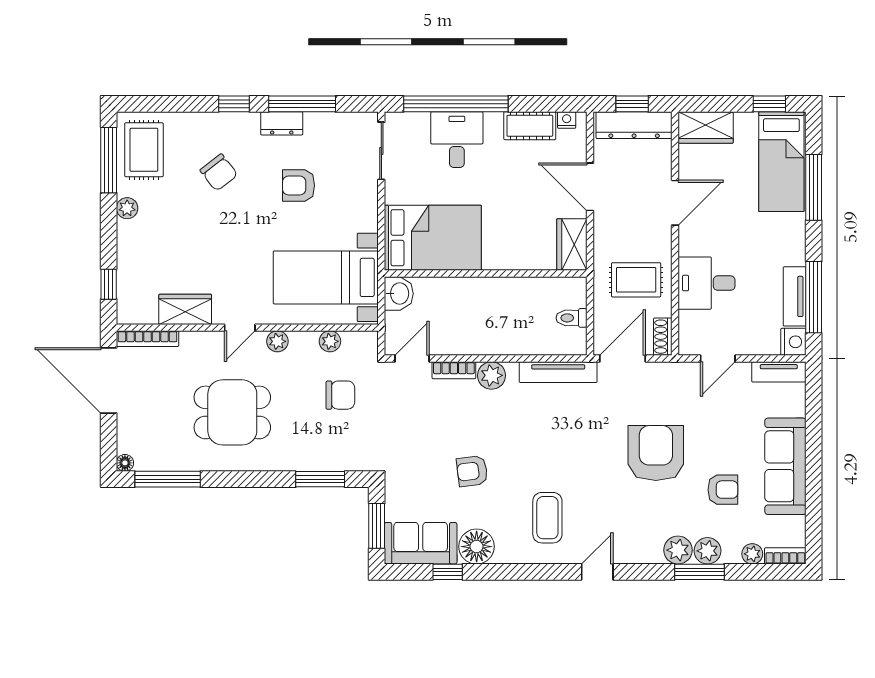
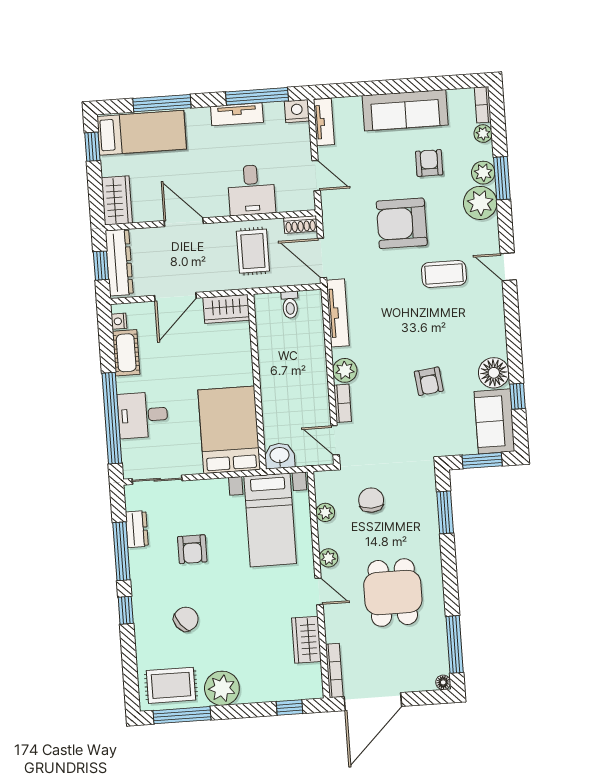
dresser: (282, 123) -> (137, 529), moved
plant: (127, 208) -> (222, 688), width x1.87, depth x1.87
tv unit: (795, 296) -> (237, 114), moved
coffee table: (547, 518) -> (444, 274), moved
plant: (678, 550) -> (480, 203), width x1.36, depth x1.36

